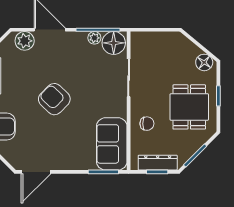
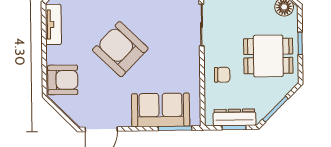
armchair: (54, 99) -> (120, 49), width x1.36, depth x1.36
dining table: (189, 107) -> (268, 56), turned 90
sofa: (112, 144) -> (161, 110), moved, turned 90

